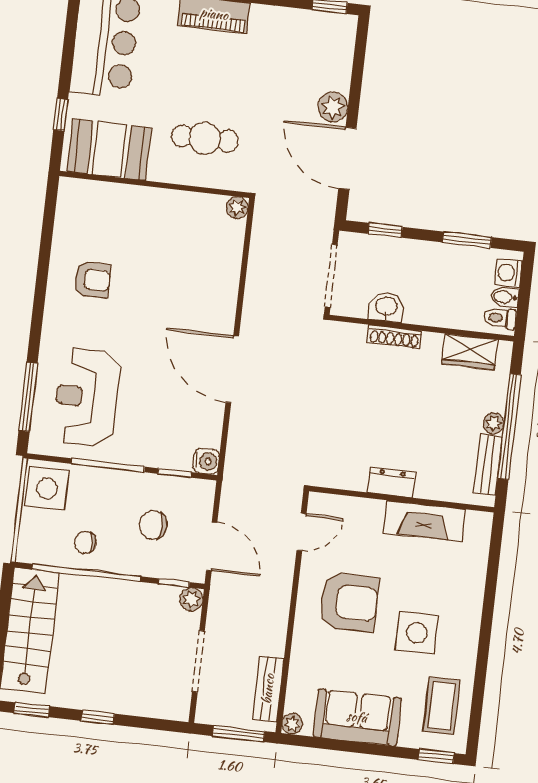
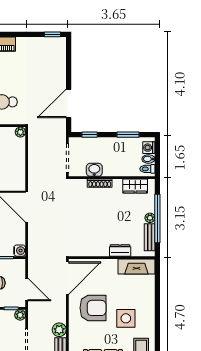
plant: (333, 107) -> (59, 330), moved
door: (347, 158) -> (69, 103), hinge flipped
dresser: (391, 483) -> (120, 250), moved
fireplace: (424, 521) -> (136, 266), moved
door: (301, 532) -> (67, 278), width x1.87

